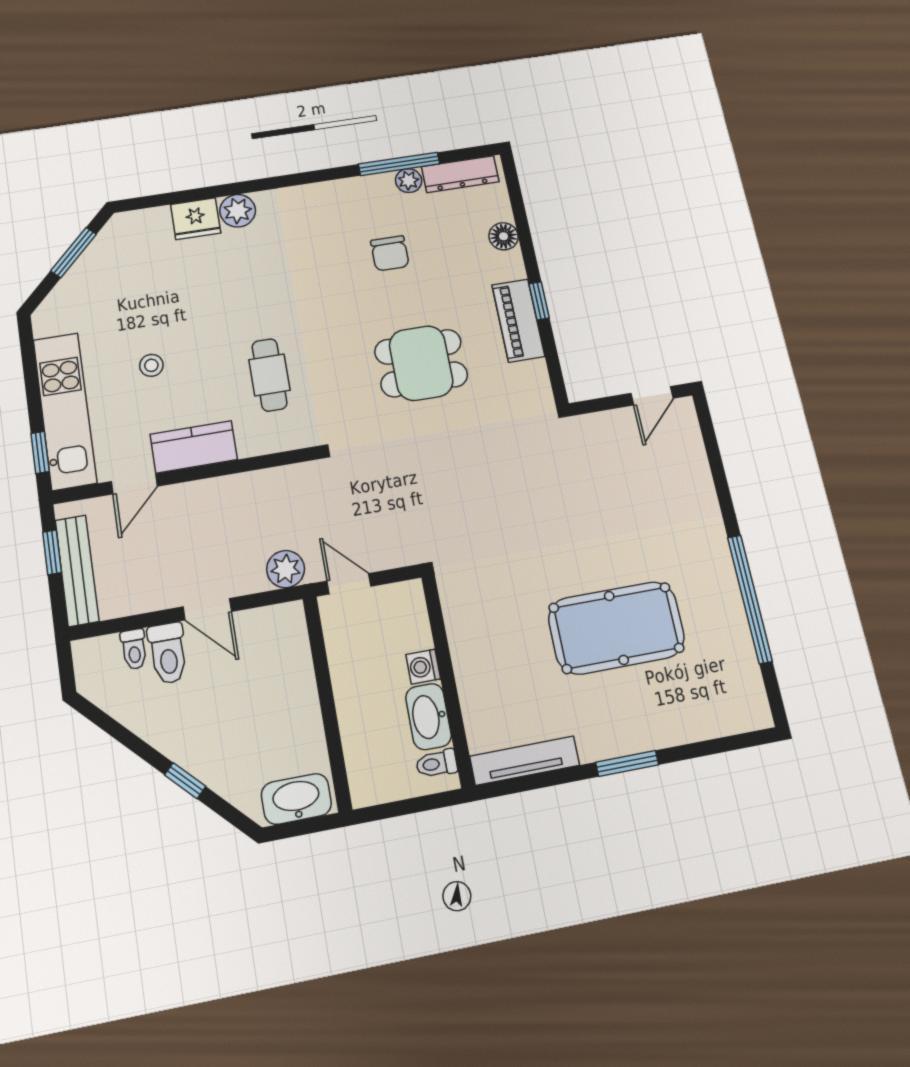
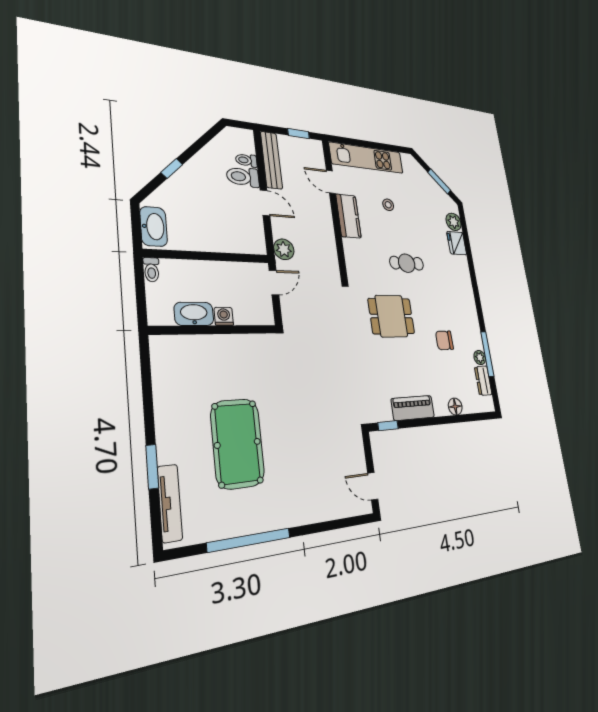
dresser: (460, 174) -> (483, 381), width x0.70
plant: (238, 211) -> (454, 222), moved
window: (539, 301) -> (388, 426), moved
dining table: (421, 363) -> (391, 316), moved, turned 90
cafe table: (269, 375) -> (407, 263), moved
window: (40, 452) -> (347, 141), removed
bench: (77, 570) -> (271, 160), moved, turned 90
door: (207, 609) -> (265, 203), swing flipped
tv unit: (525, 761) -> (170, 503), moved
toilet: (437, 764) -> (151, 270), moved, turned 180
window: (627, 764) -> (152, 467), moved

